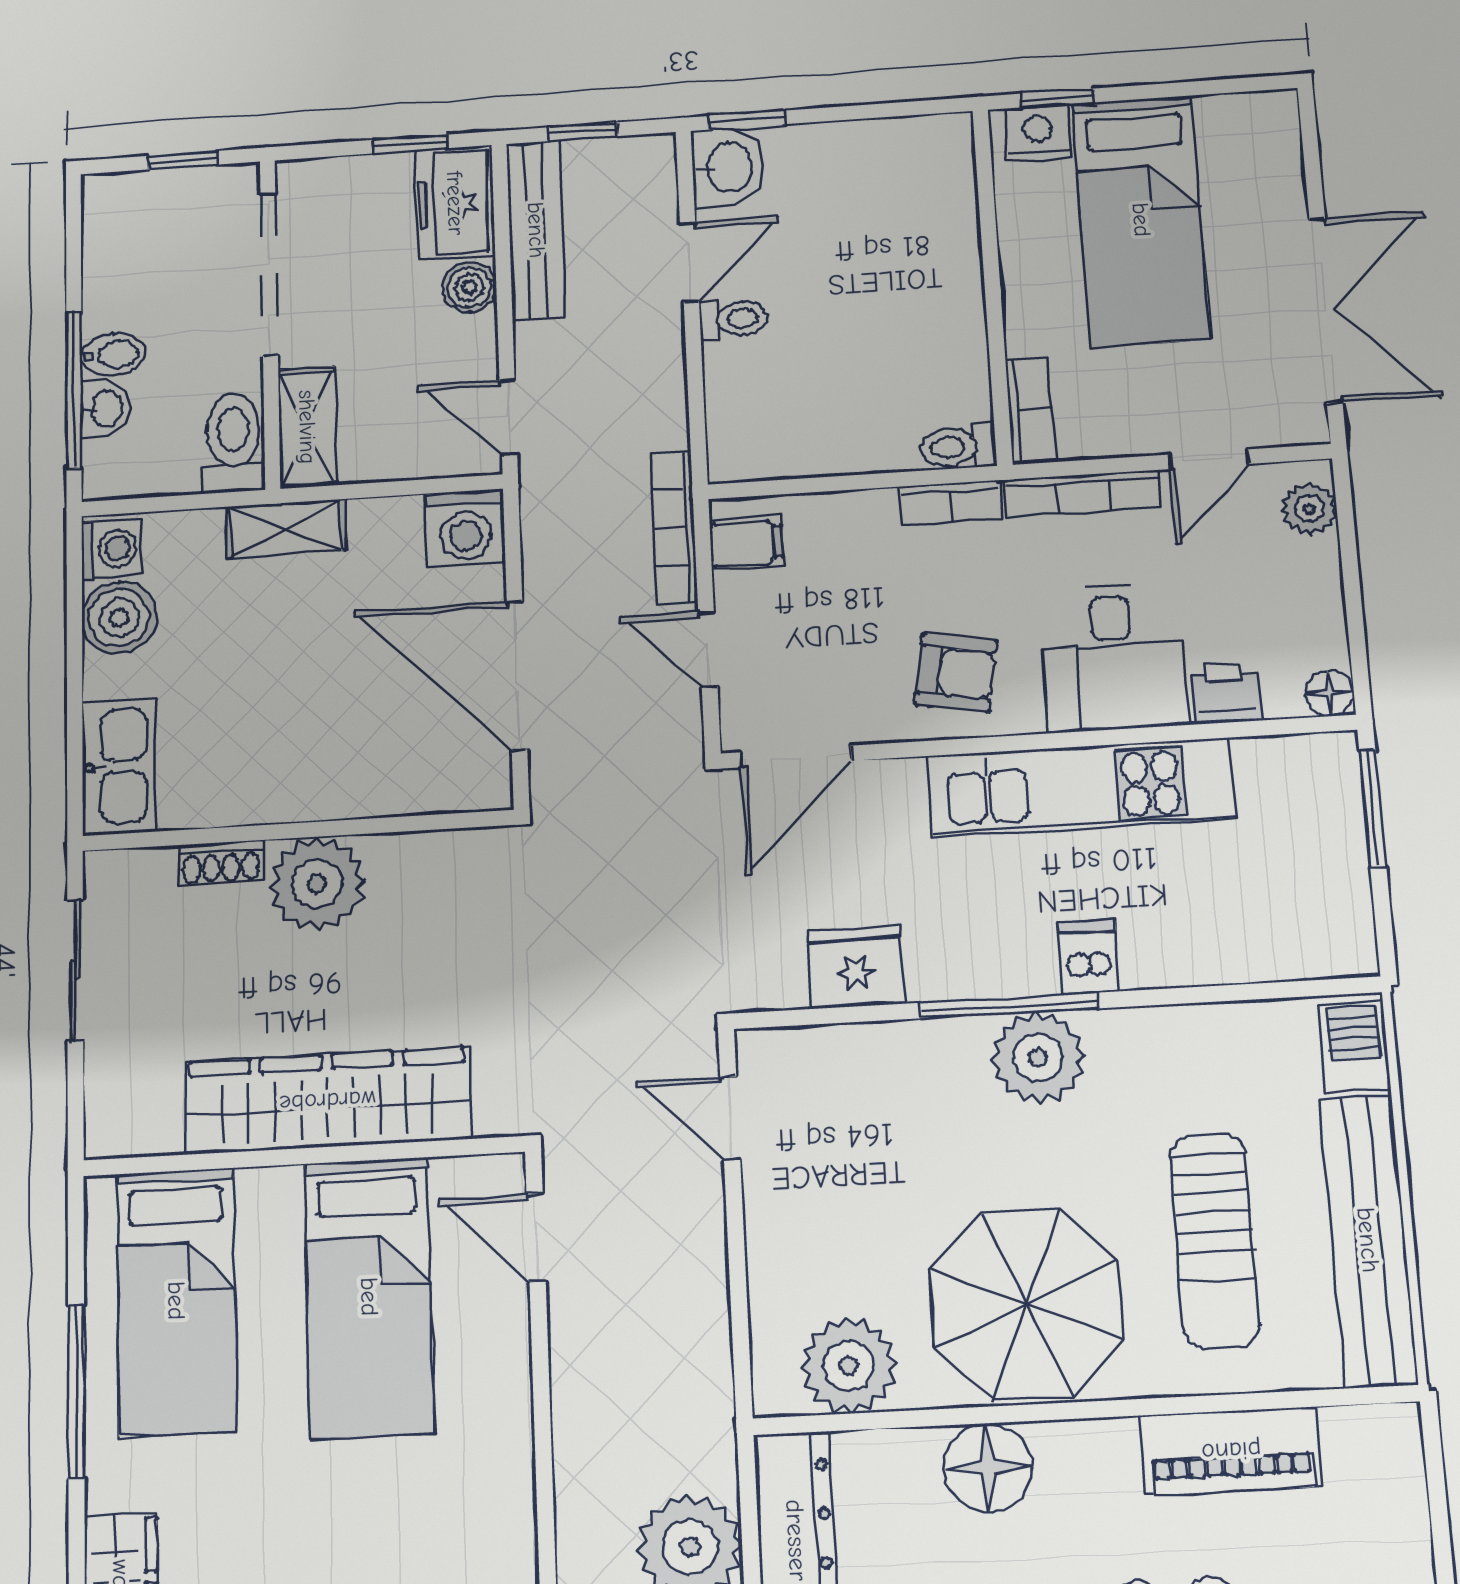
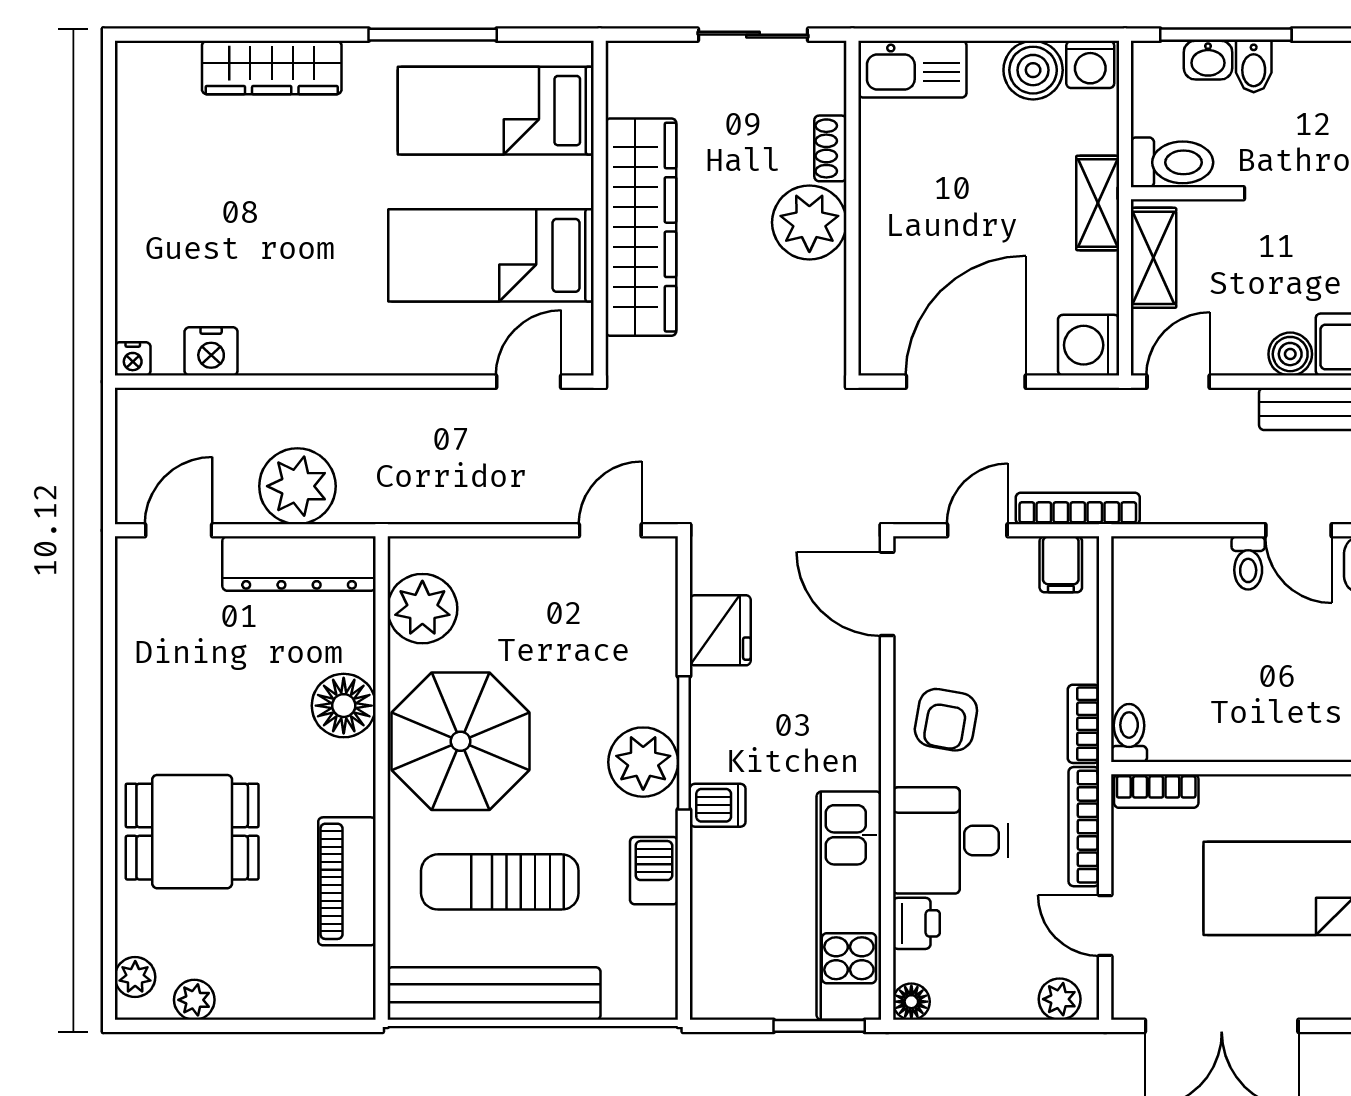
shelving: (307, 427) -> (1153, 258), moved, turned 90
kitchen unit: (1081, 788) -> (849, 906), moved
barbecue: (1354, 1047) -> (654, 871), moved, turned -90

